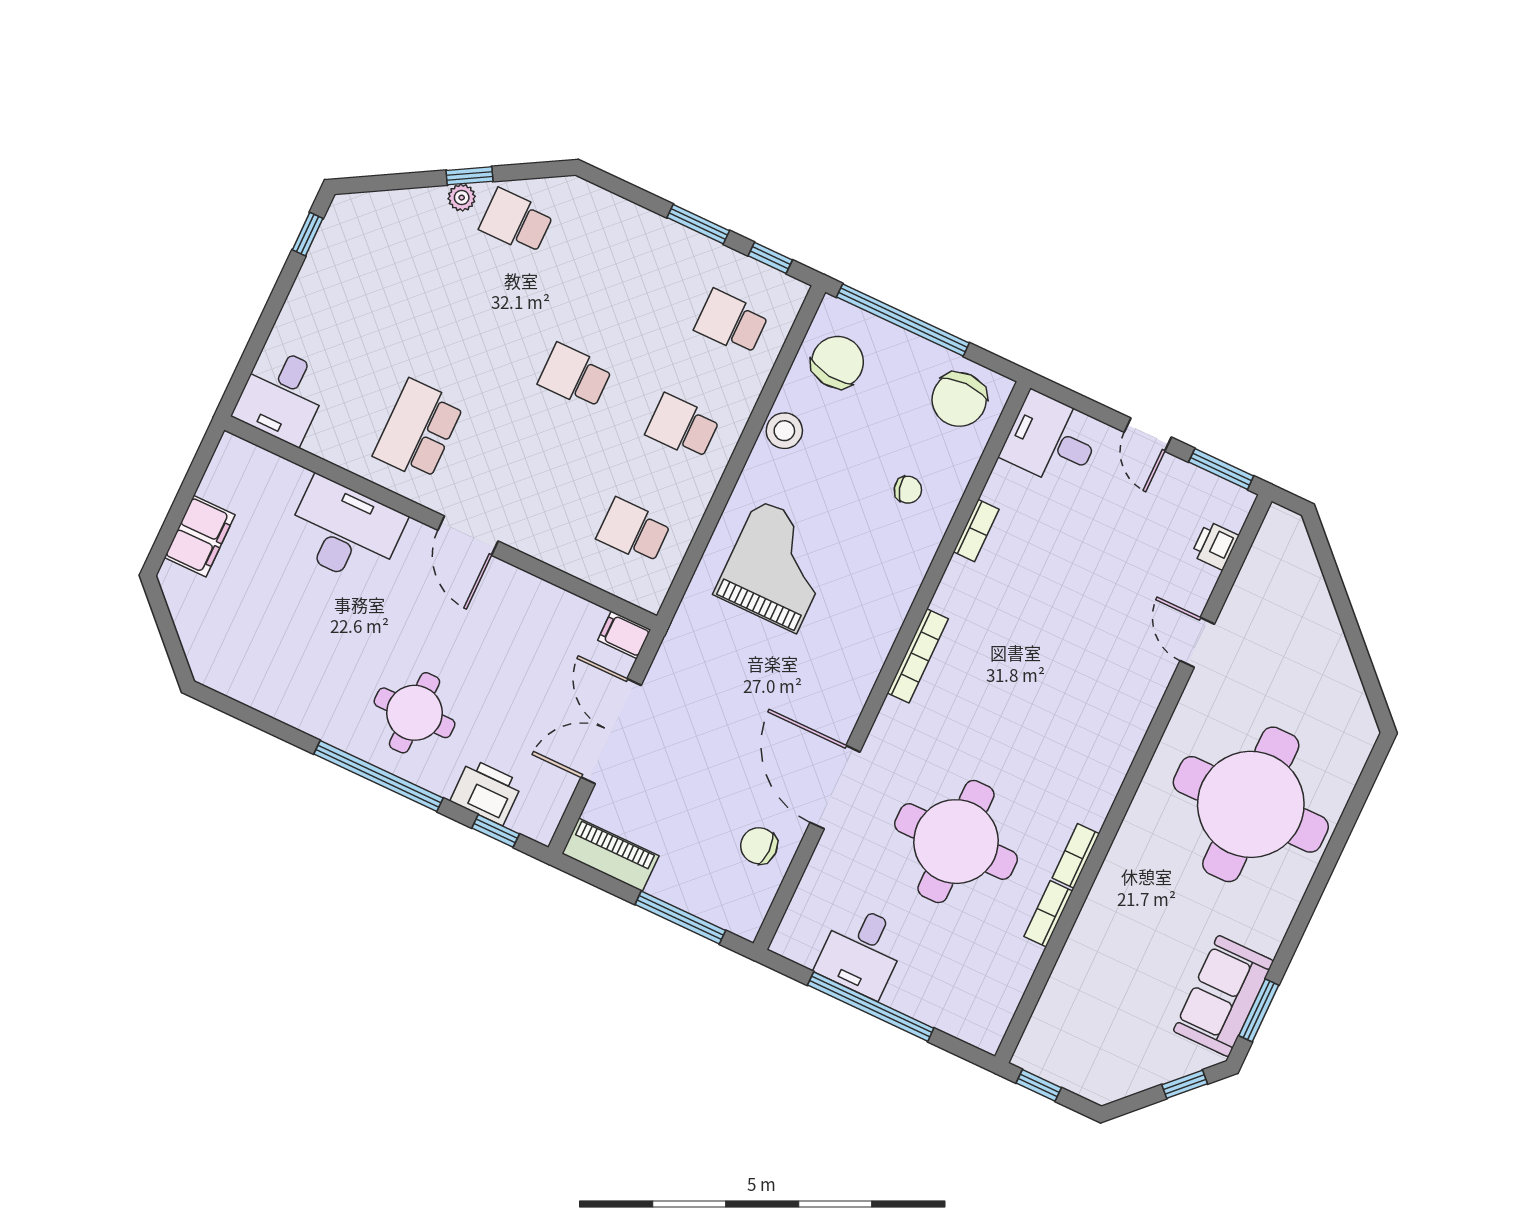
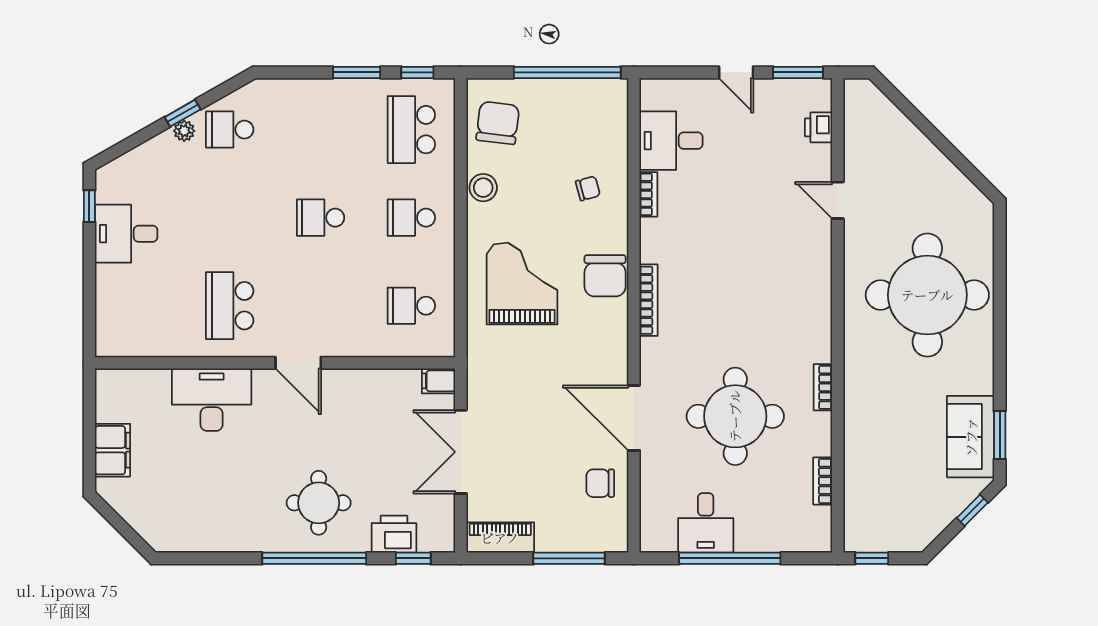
window: (903, 320) -> (567, 72), moved
school desk: (731, 322) -> (411, 130), width x1.85
desk: (282, 395) -> (126, 234), moved, turned 90
chair: (959, 399) -> (605, 276), moved
desk: (1051, 440) -> (671, 141), moved
bookcase: (1048, 914) -> (823, 481), moved

